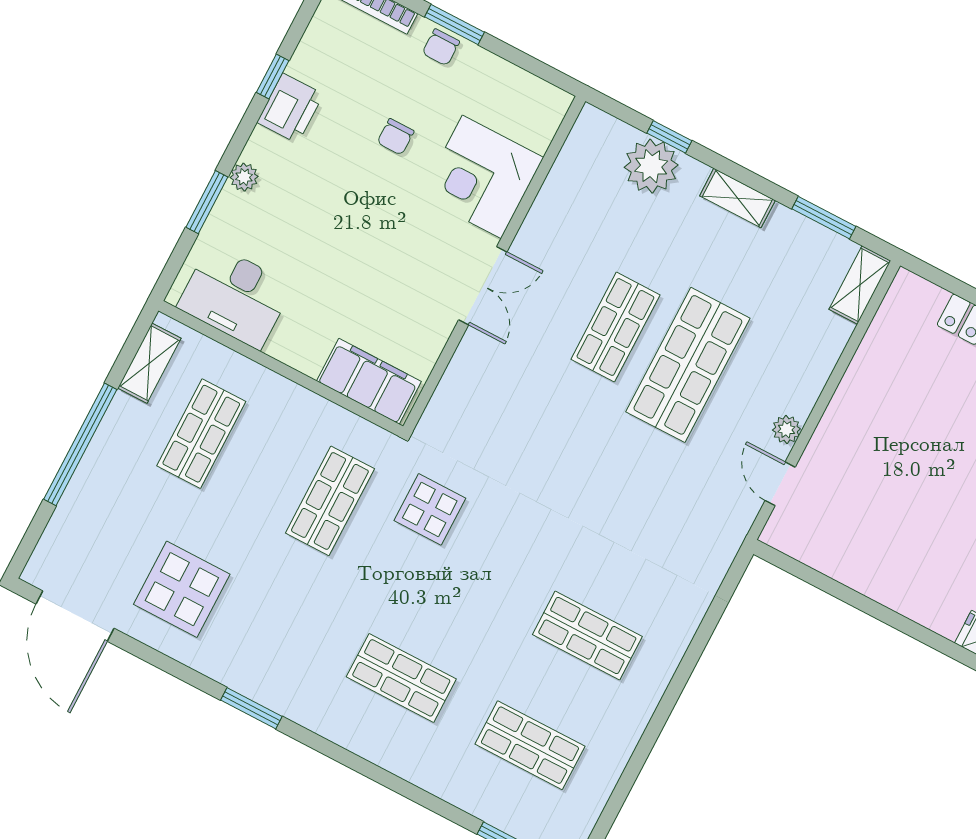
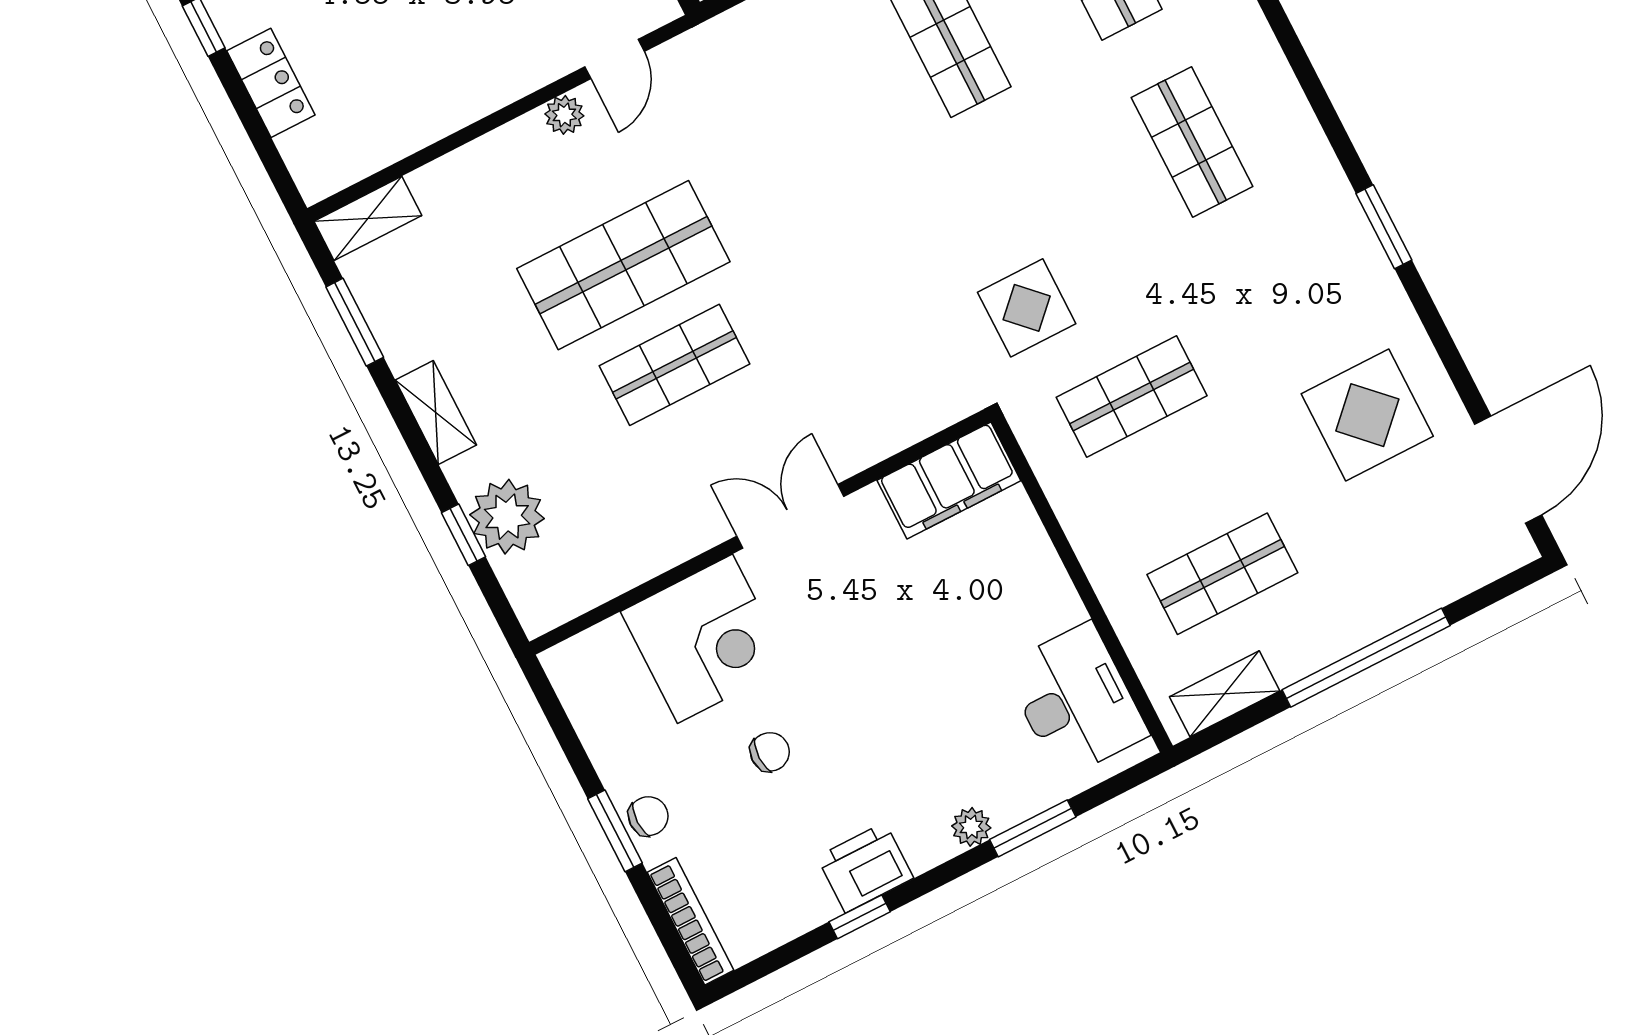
filing cabinet: (369, 381) -> (949, 480), moved, turned -90

